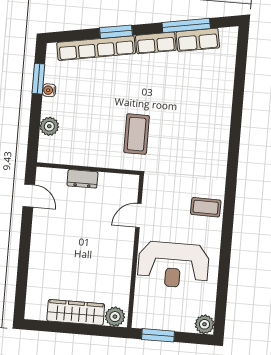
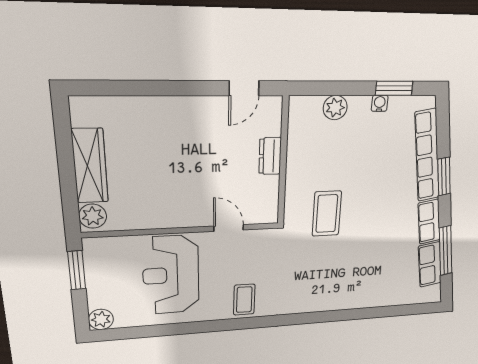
coffee table: (137, 134) -> (327, 214), turned 90

